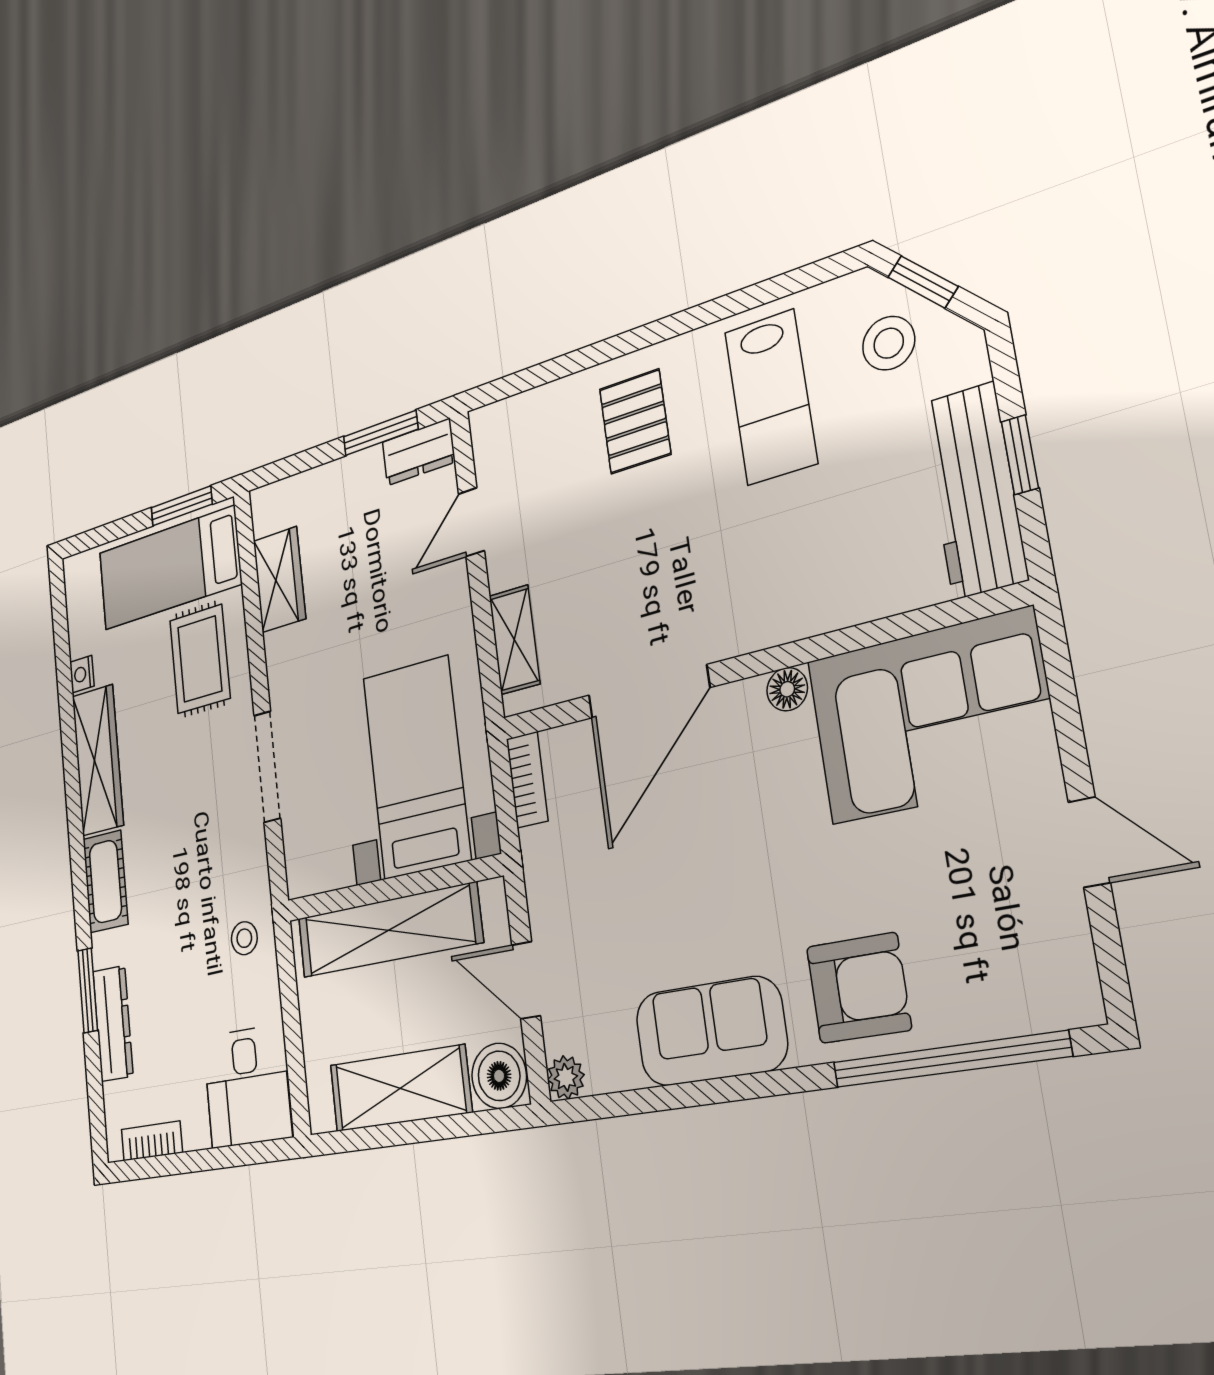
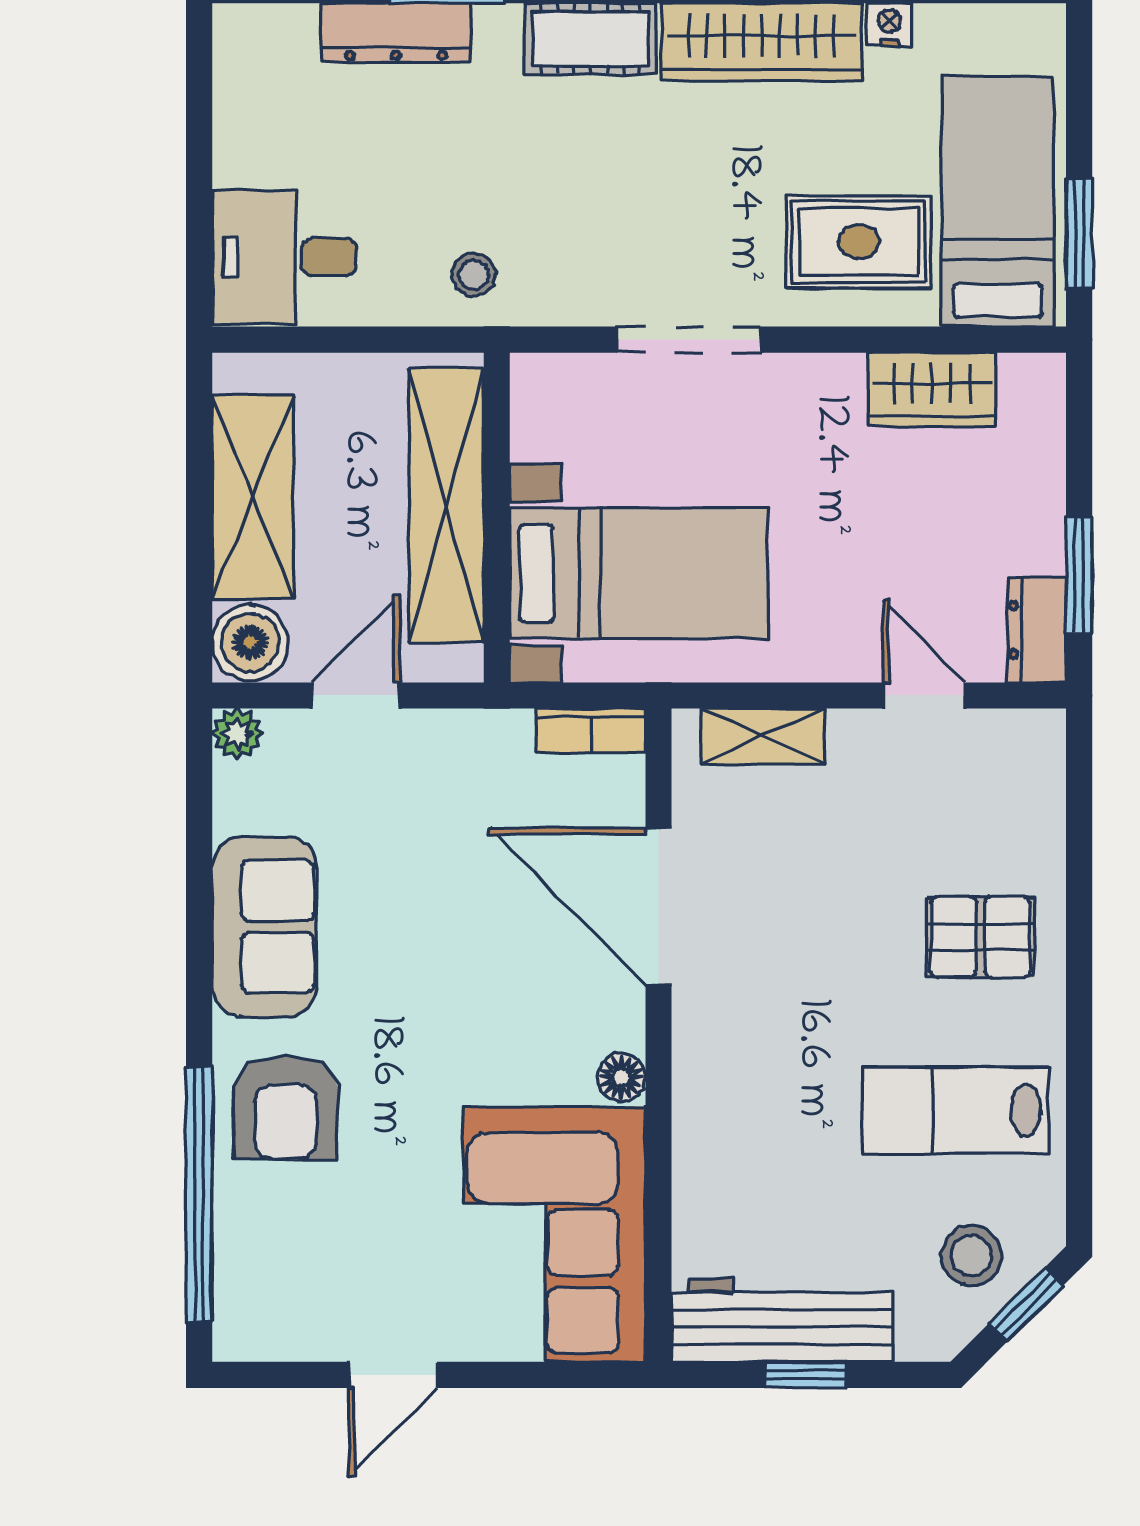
bookcase: (152, 1141) -> (233, 86), removed

